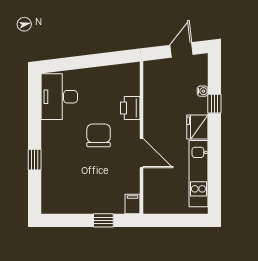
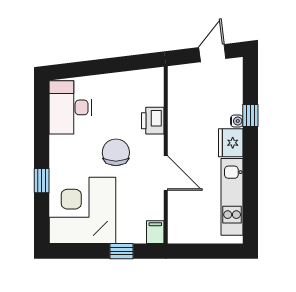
water cooler: (203, 91) -> (237, 121), moved
corner desk: (70, 185) -> (83, 210), added

